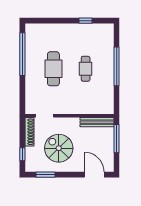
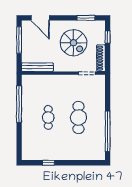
window: (117, 66) -> (19, 104), moved
window: (117, 139) -> (19, 40), moved

